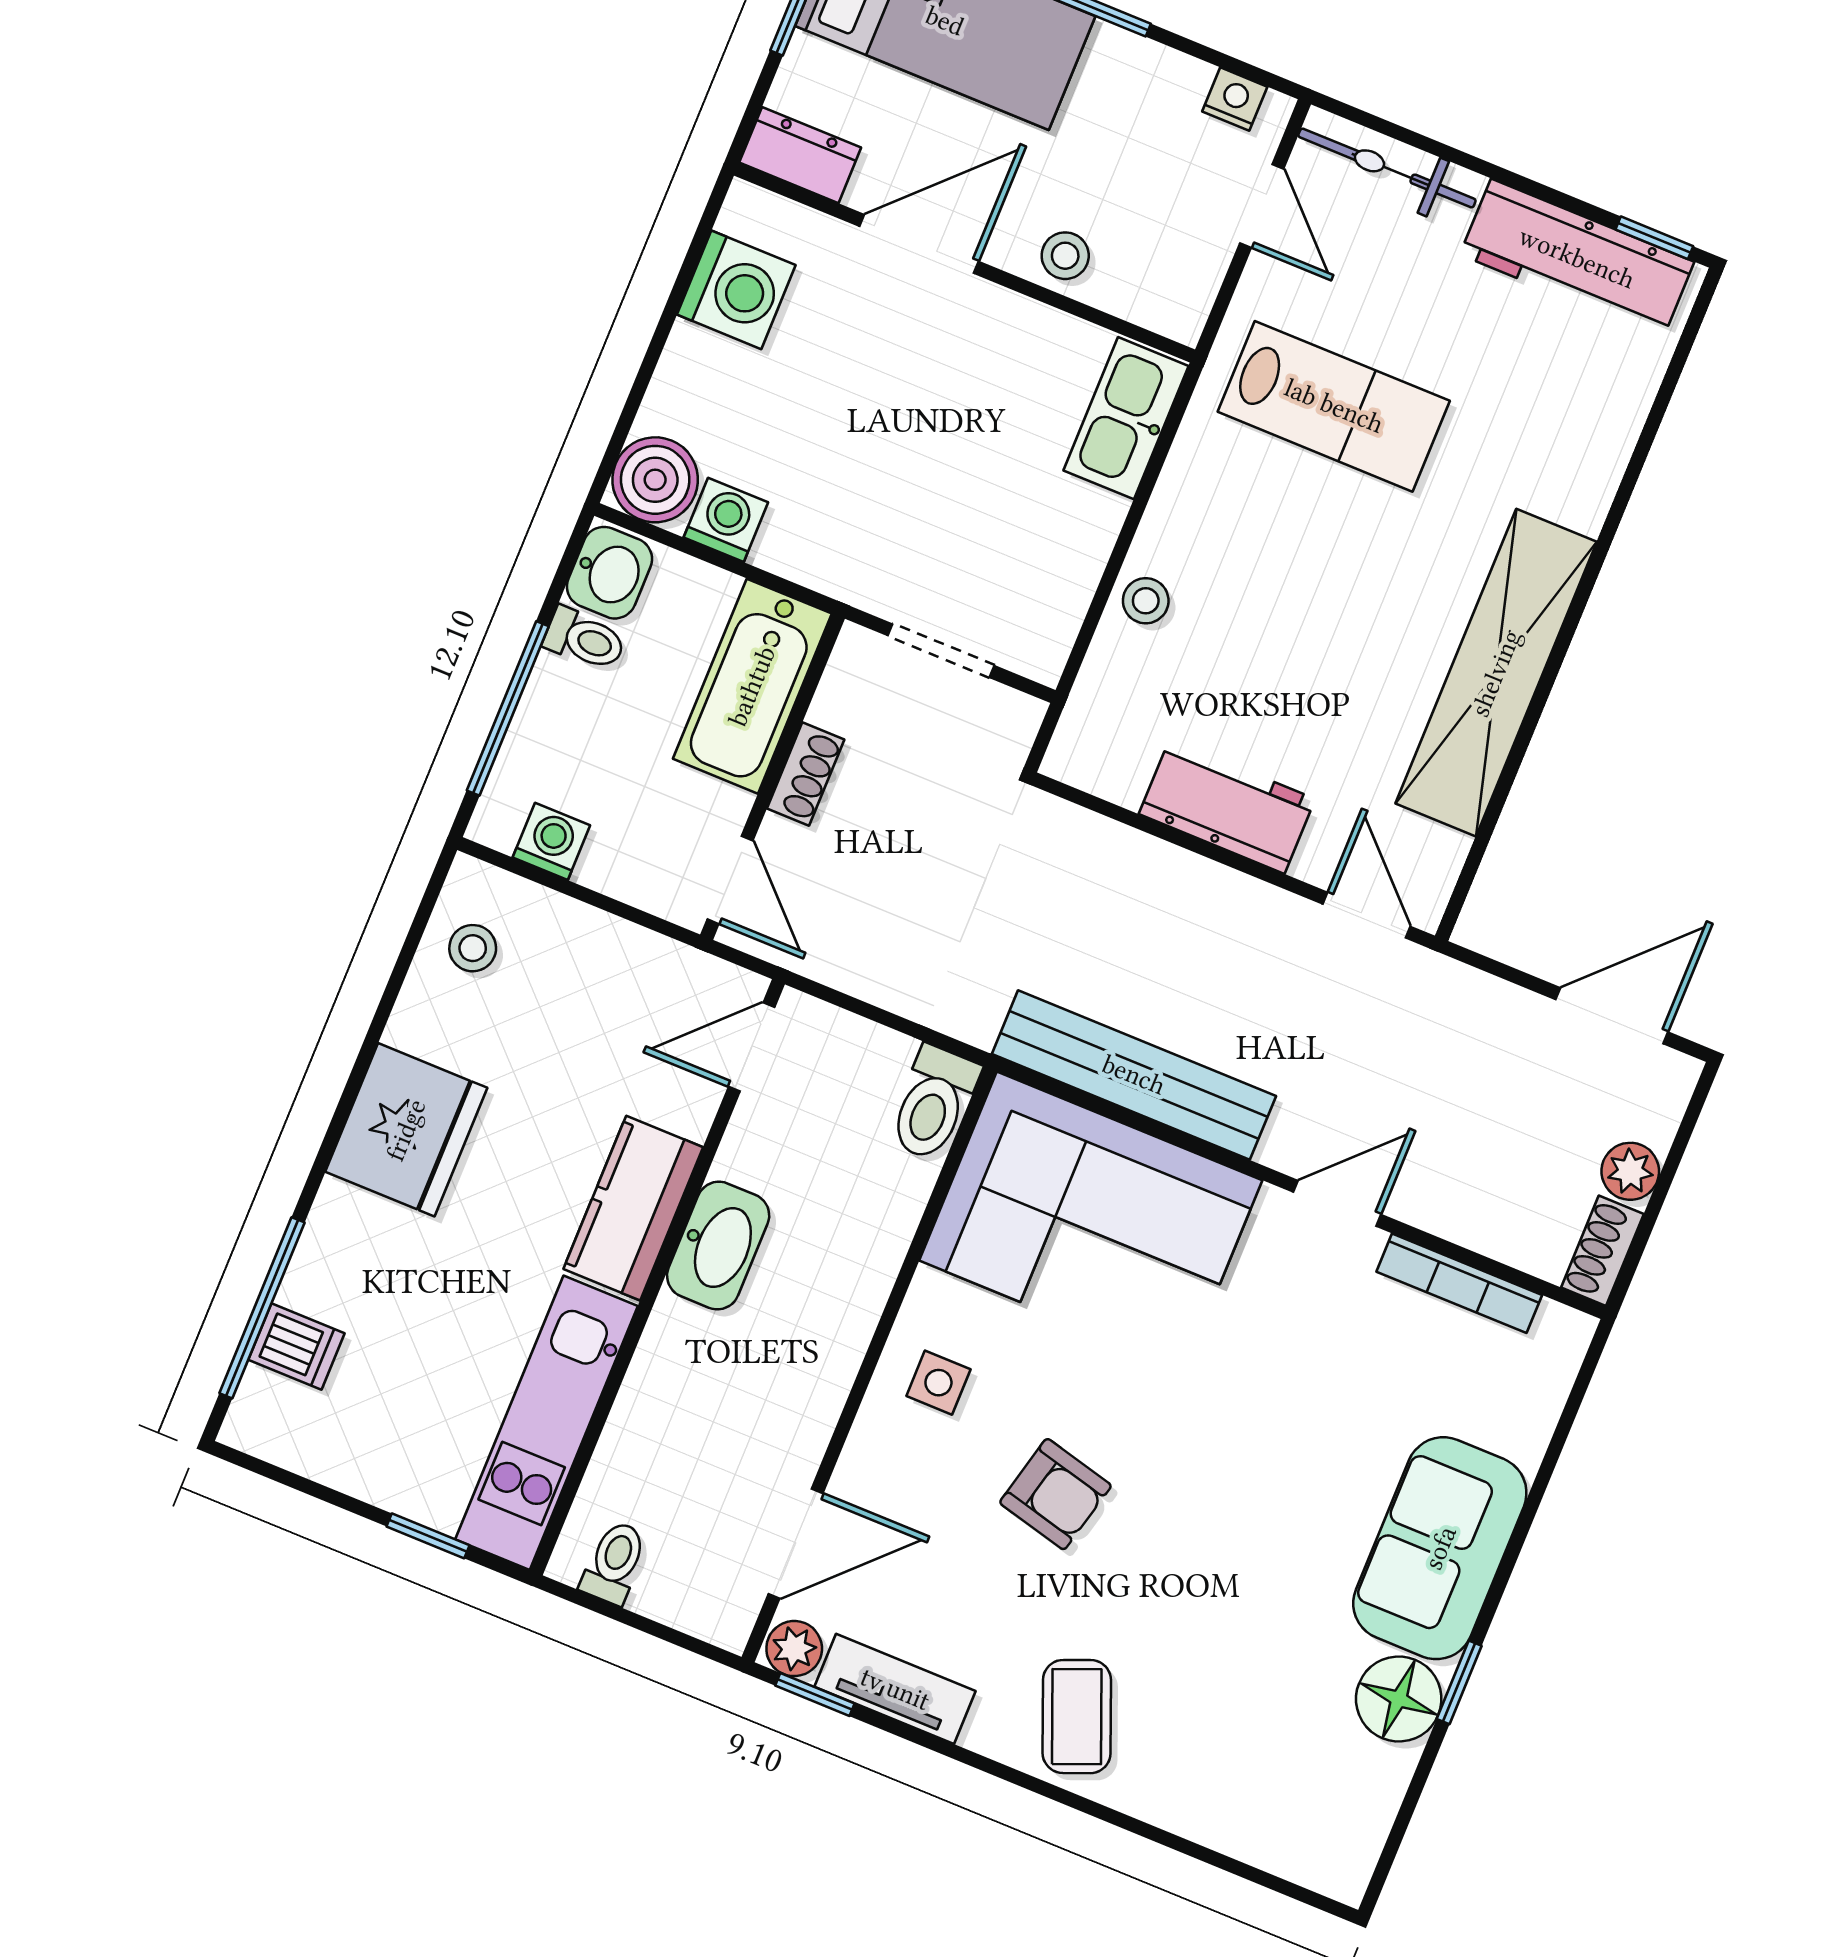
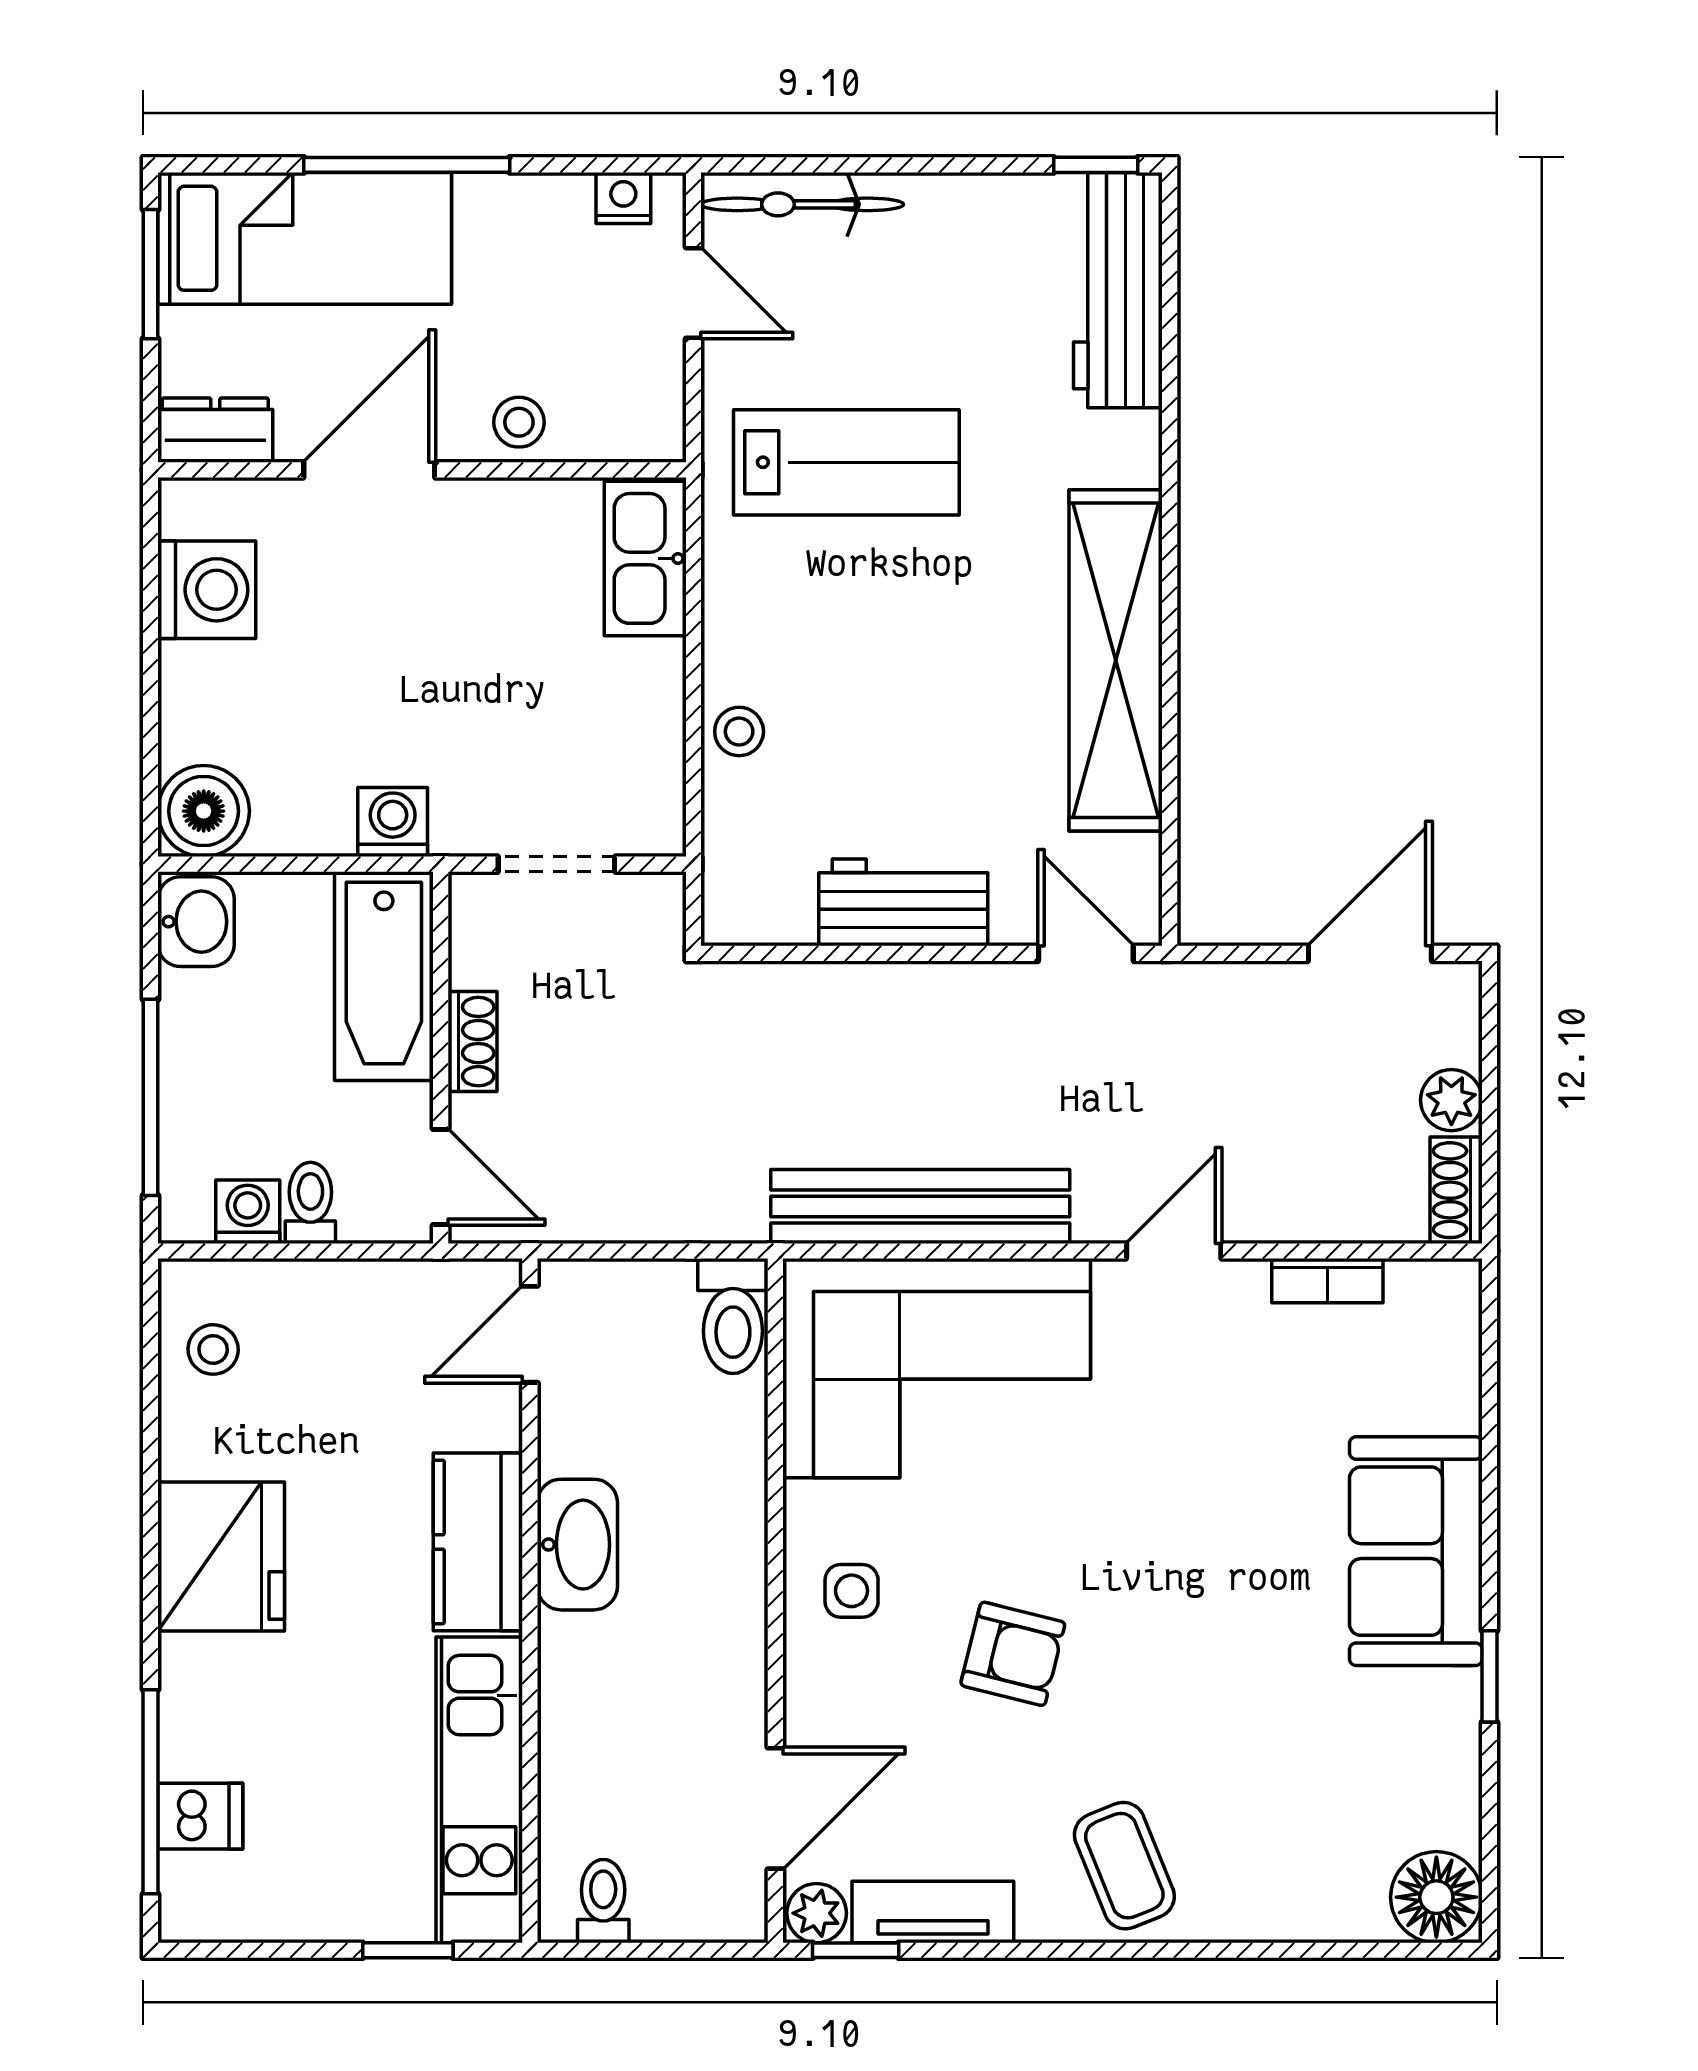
workbench: (1577, 258) -> (1118, 290), moved, turned 90
washing machine: (726, 520) -> (393, 822), moved
toilet: (585, 639) -> (310, 1203), moved, turned -90
bookcase: (1459, 1283) -> (1327, 1281), width x0.64
floor lamp: (1399, 1699) -> (1436, 1897), moved

